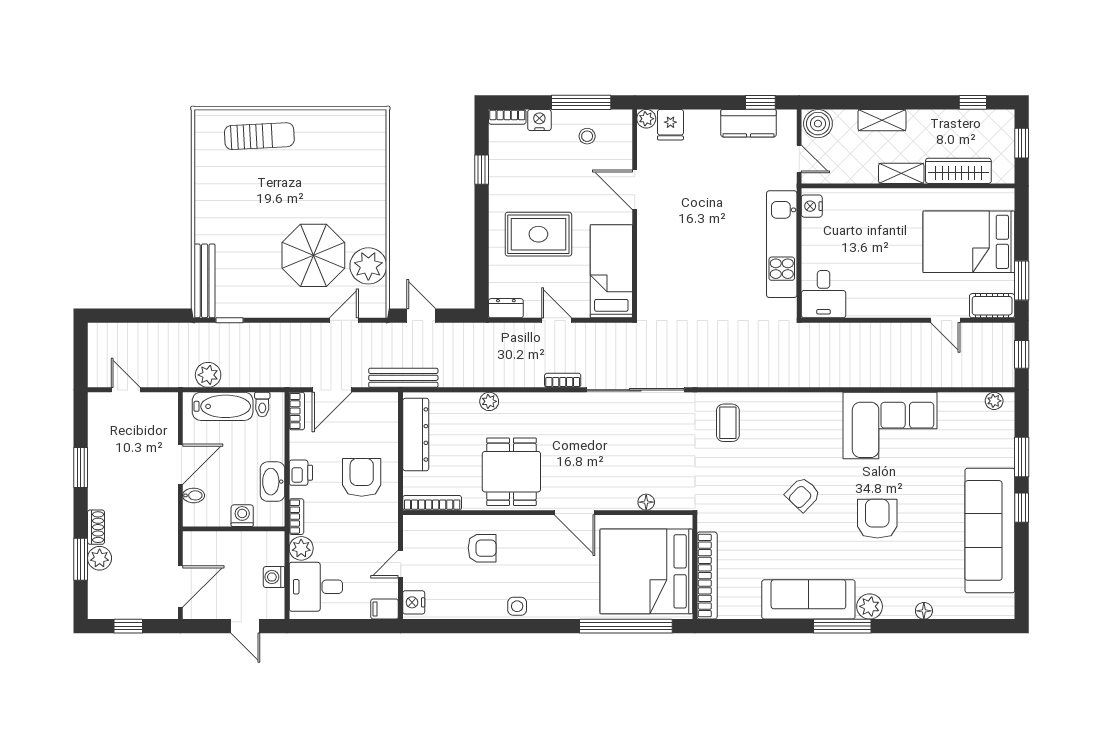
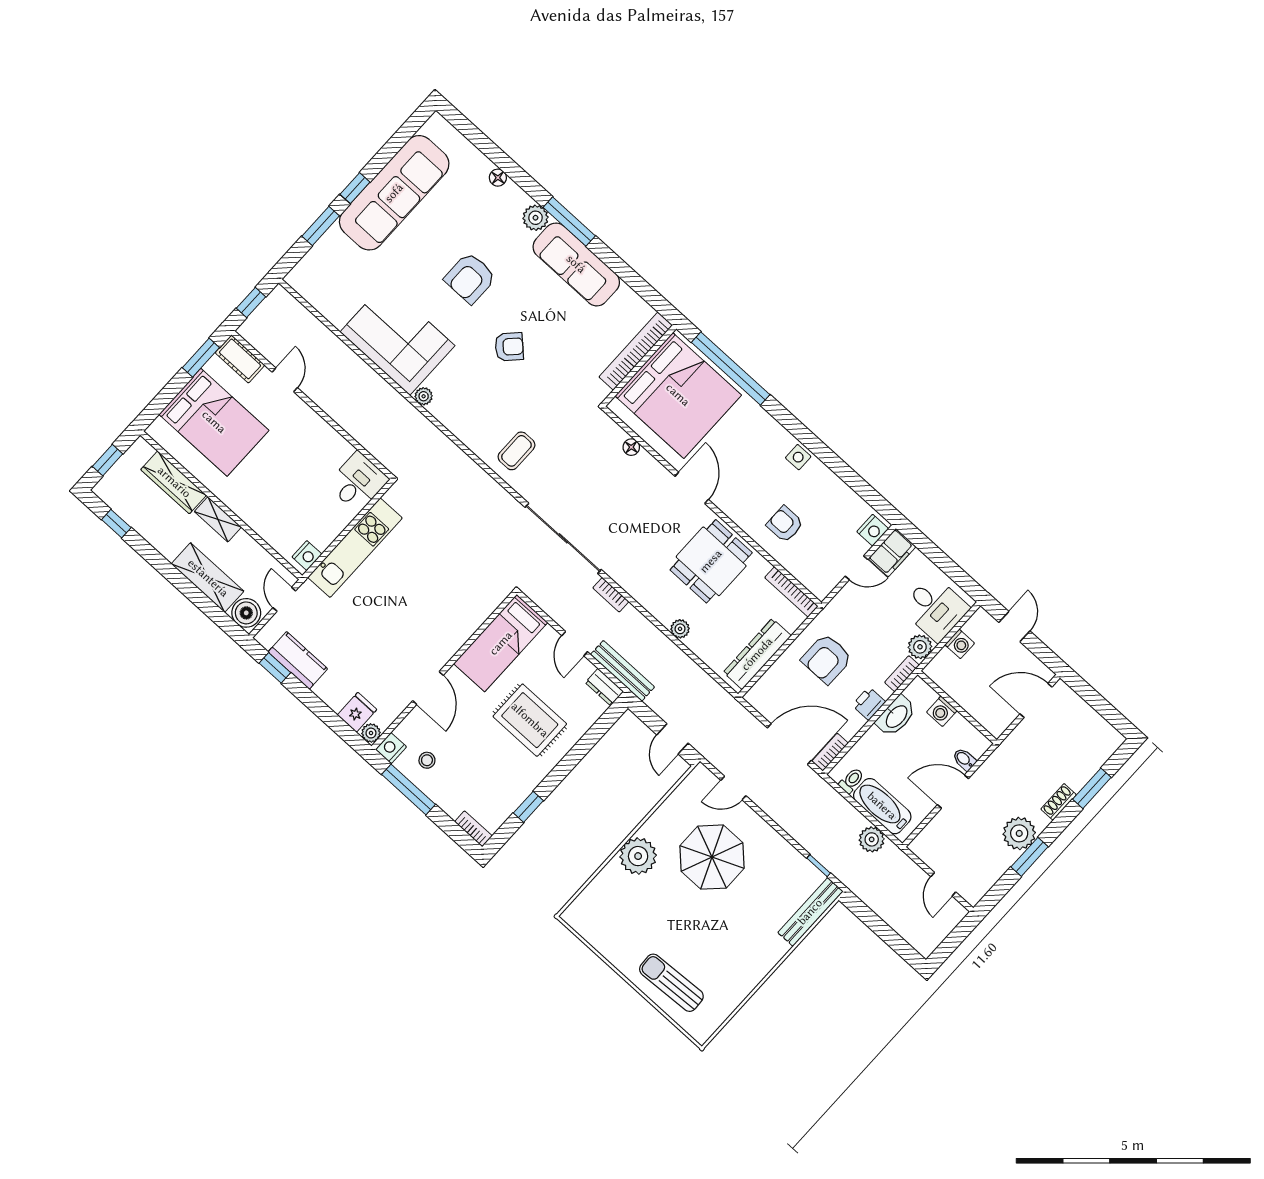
nightstand: (539, 120) -> (391, 748), moved, turned 90
shelving: (882, 120) -> (208, 578), width x1.50, depth x1.33
plant: (368, 266) -> (638, 856), moved
bench: (403, 378) -> (622, 671), moved
door: (332, 390) -> (789, 744), width x1.36
plant: (994, 401) -> (424, 396), moved
plant: (100, 558) -> (1019, 833), moved, width x1.36, depth x1.36
filing cabinet: (385, 609) -> (892, 553), width x2.00
window: (128, 626) -> (1102, 706), removed

